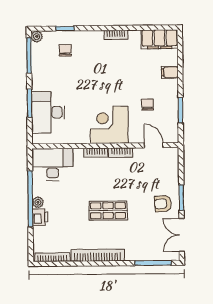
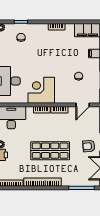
corner desk: (109, 125) -> (41, 90), moved
door: (154, 145) -> (83, 105), swing flipped
shop shelf: (108, 211) -> (50, 151), width x1.43, depth x1.36

